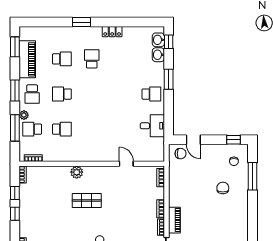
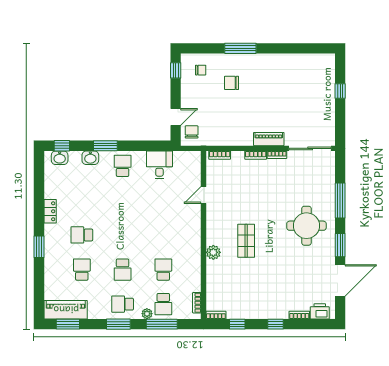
washbasin: (158, 55) -> (90, 158), moved
piano: (27, 59) -> (66, 310), moved
school desk: (32, 94) -> (123, 304), turned 180
window: (253, 176) -> (240, 48), moved
window: (15, 214) -> (276, 324), moved

